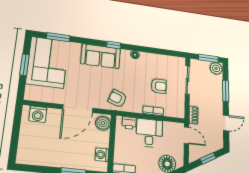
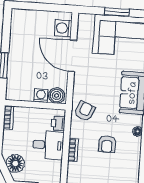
armchair: (159, 86) -> (107, 144), moved
door: (78, 109) -> (72, 56), moved
washing machine: (102, 155) -> (41, 96), moved

